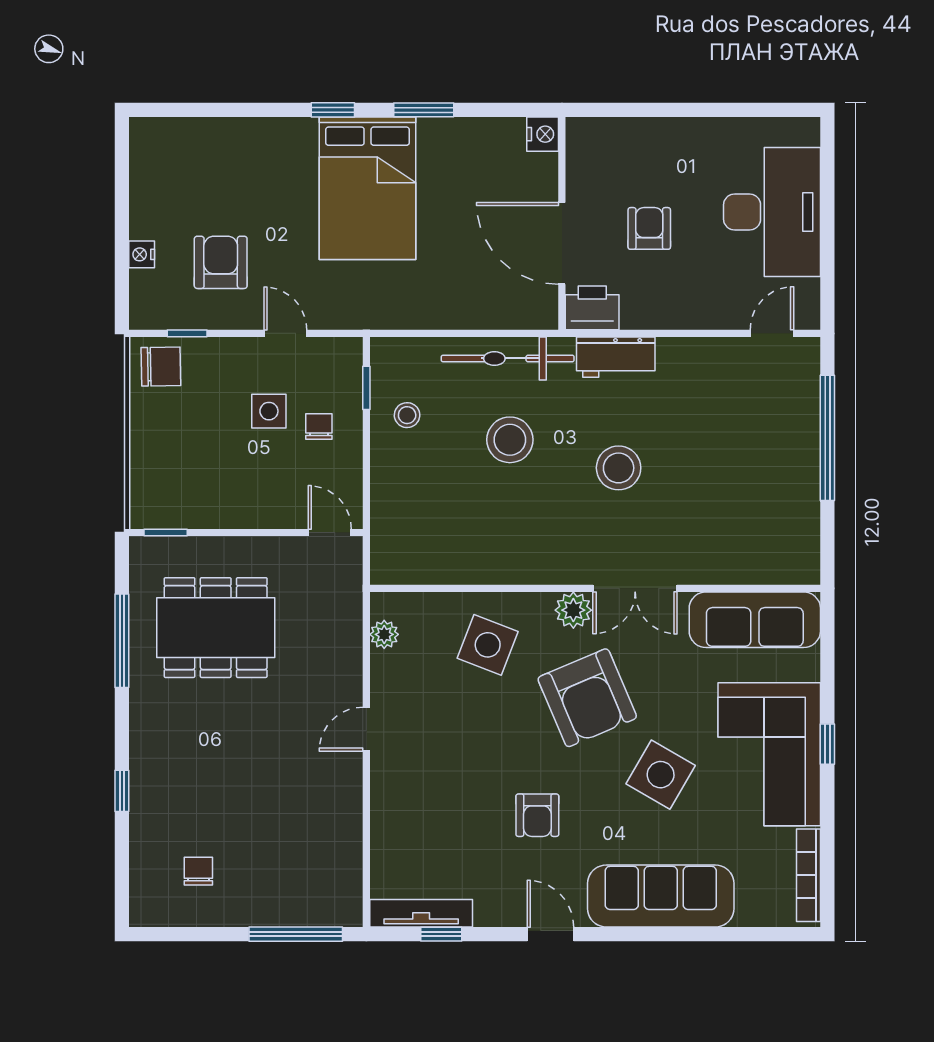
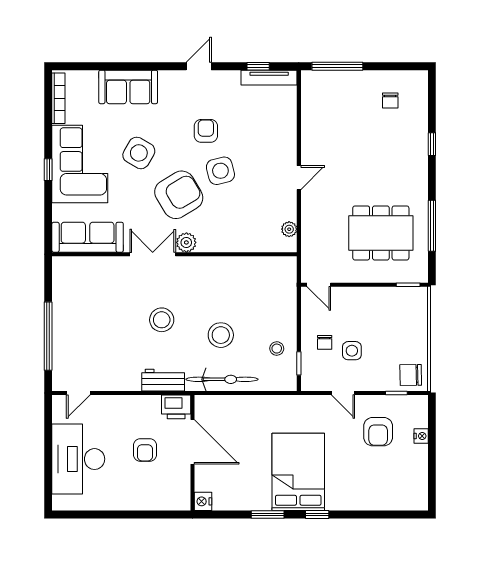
side table: (488, 645) -> (220, 171), moved, turned -35
armchair: (587, 698) -> (179, 195), turned 82
sofa: (661, 896) -> (128, 87), width x0.73
door: (550, 934) -> (199, 66), swing flipped

